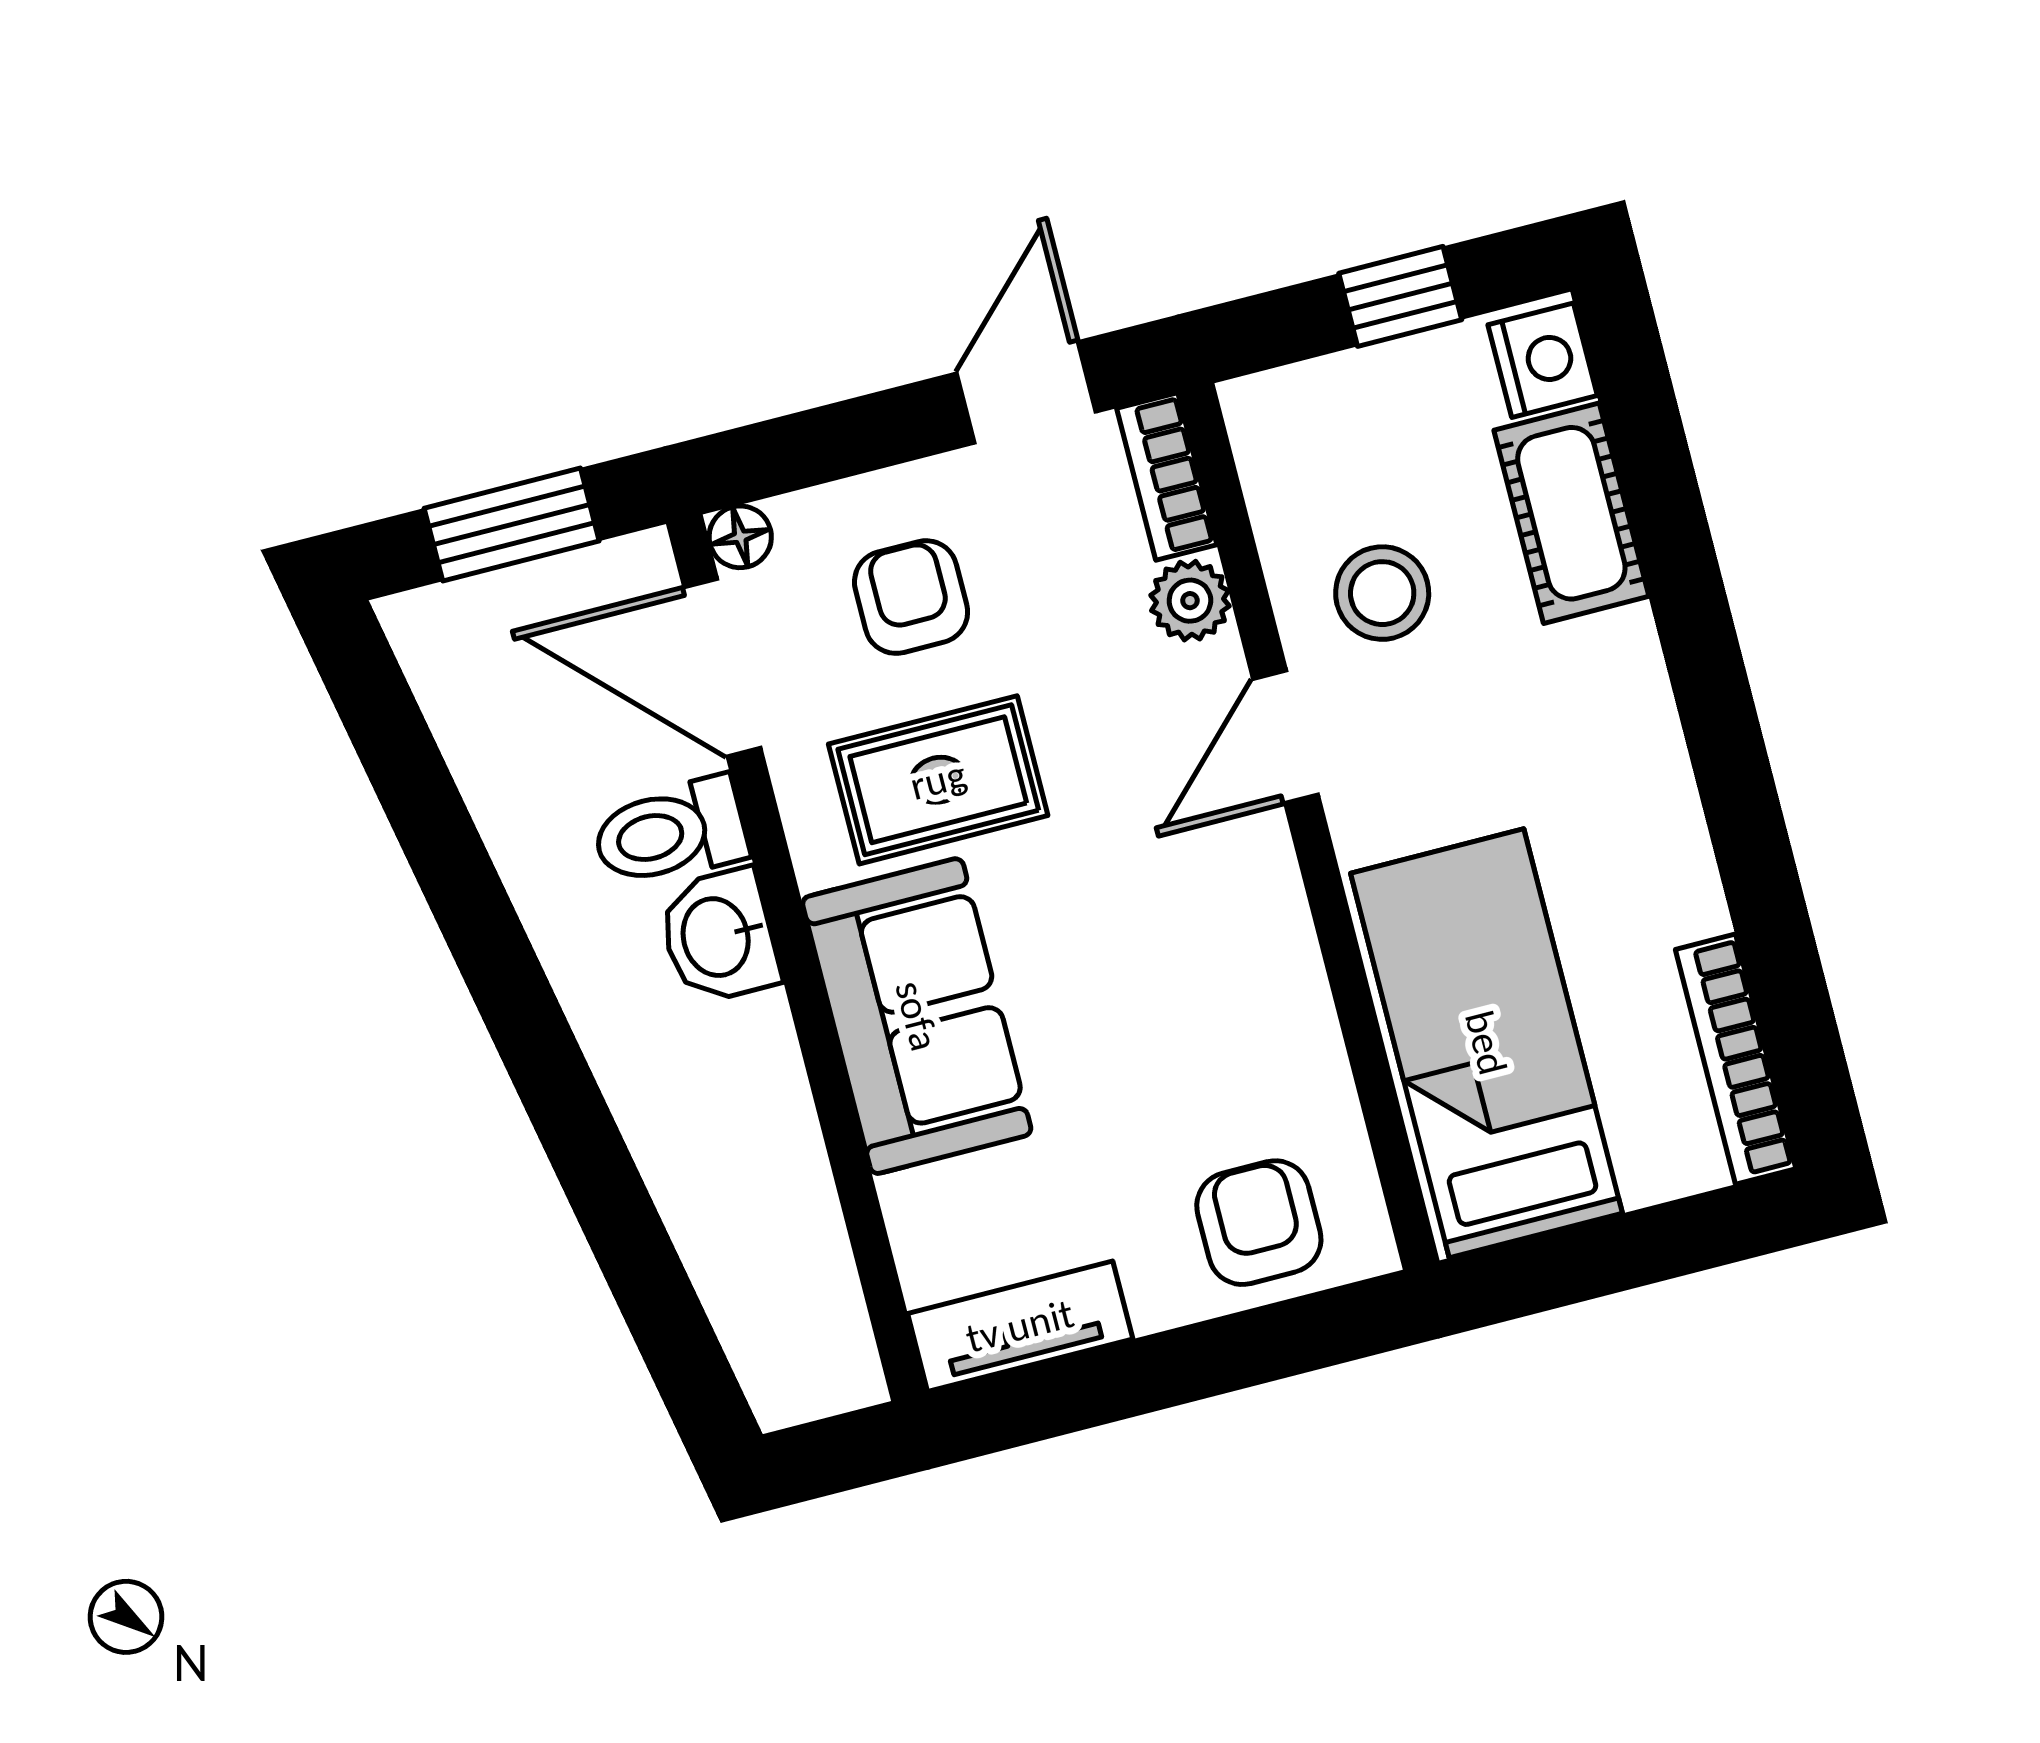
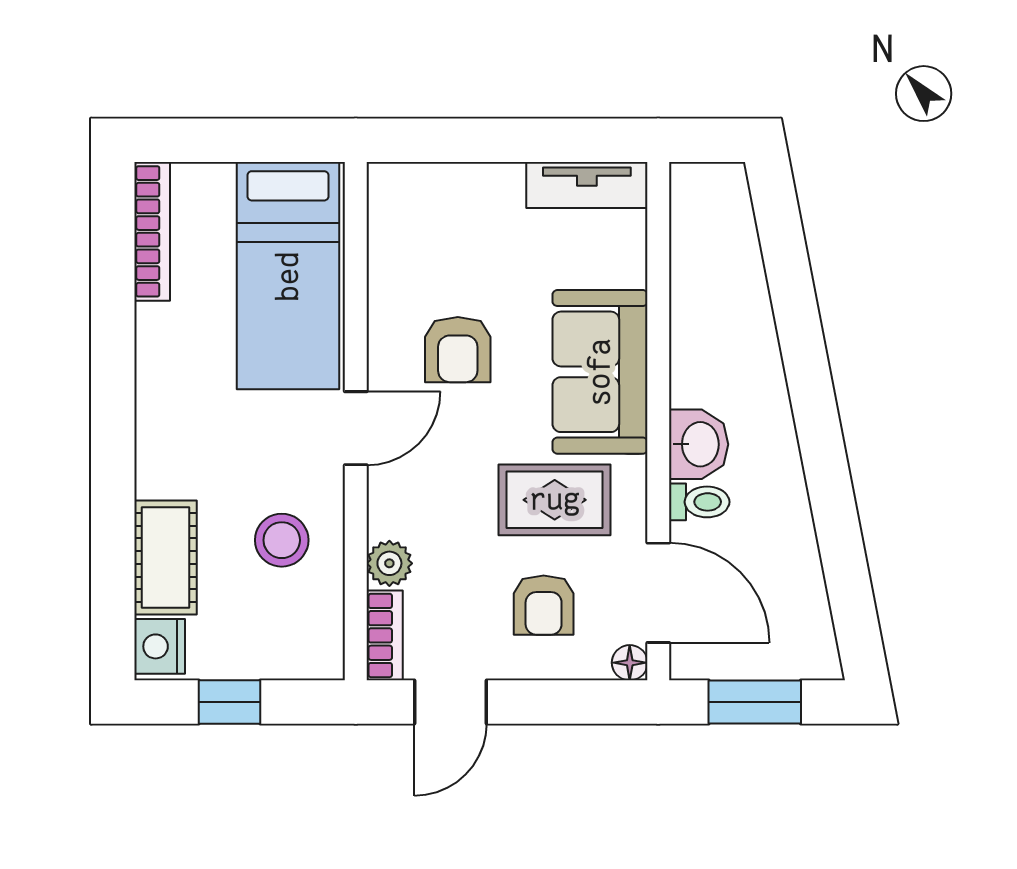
door: (1286, 737) -> (356, 428), moved
toilet: (670, 832) -> (699, 502), width x0.73, depth x0.72
armchair: (1259, 1223) -> (458, 350), moved

